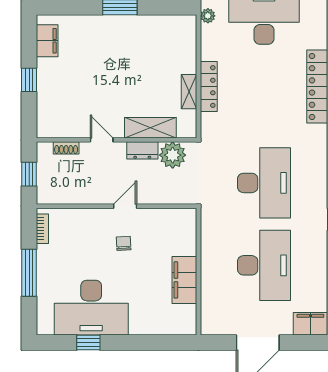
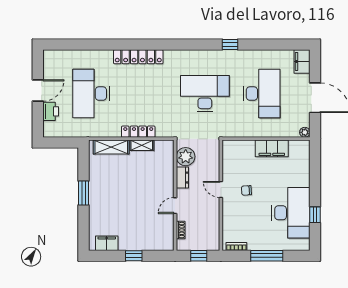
plant: (208, 16) -> (305, 132), moved
shelving: (150, 128) -> (111, 147), moved, turned 90
desk: (264, 265) -> (262, 94), turned 90

